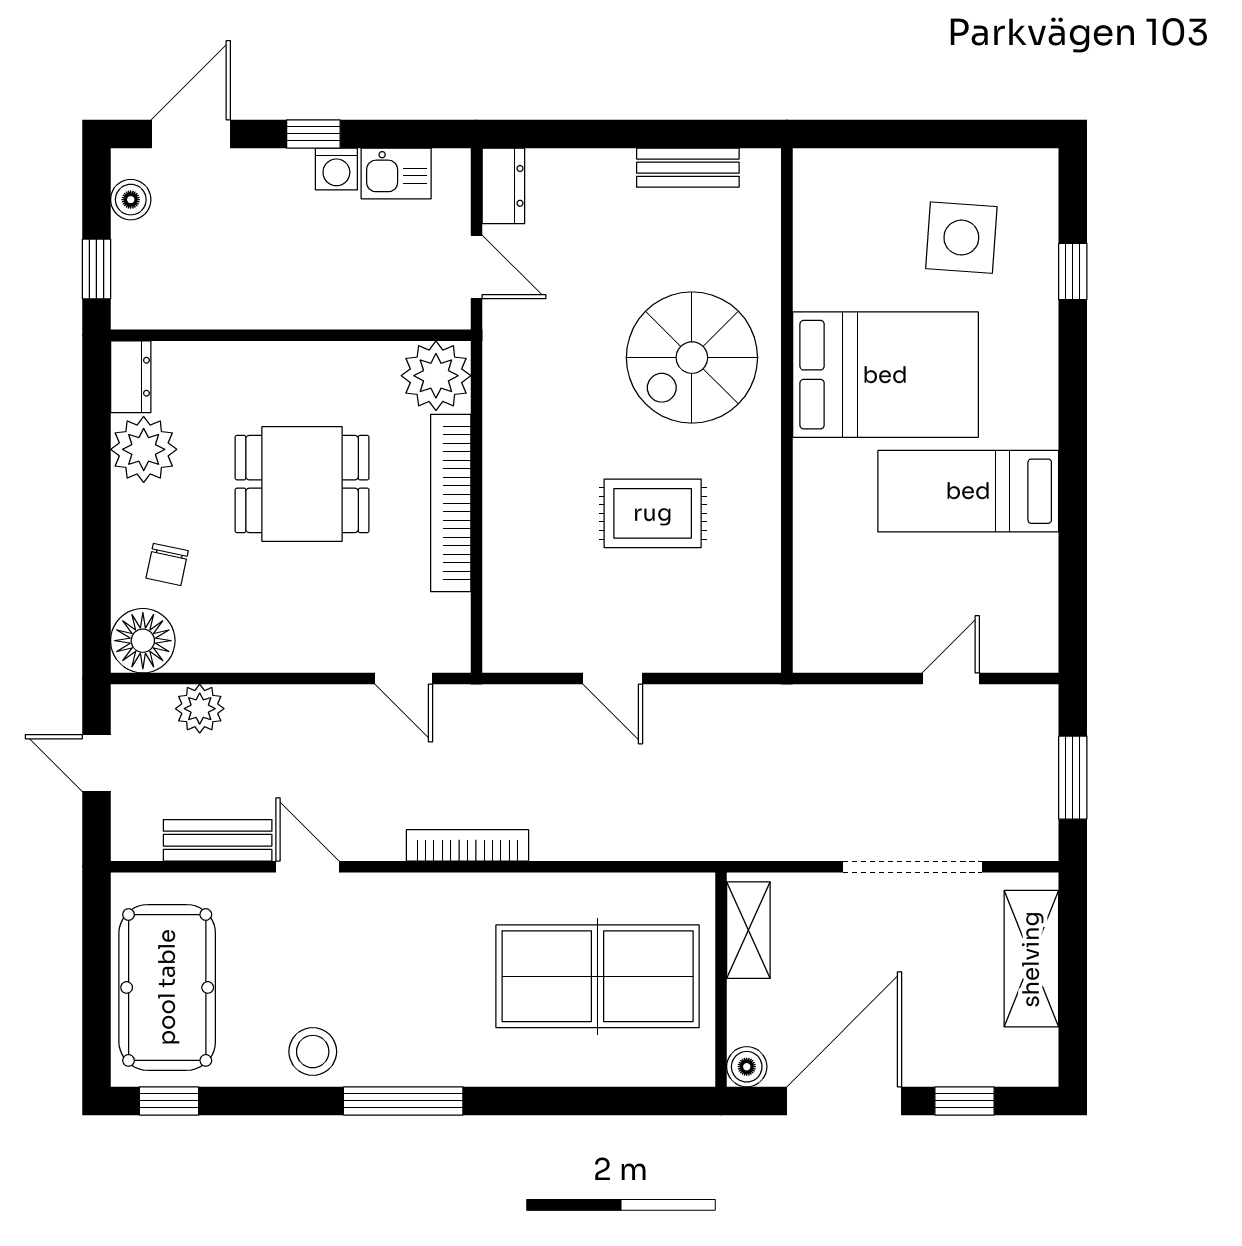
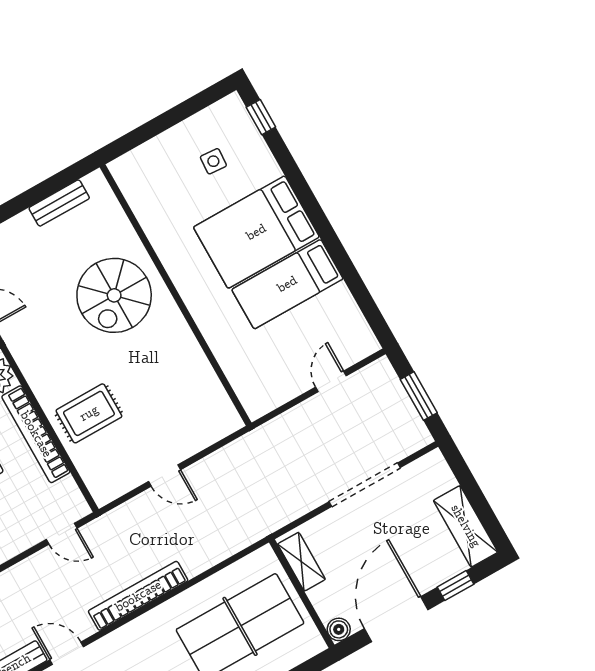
side table: (961, 238) -> (213, 161), width x0.54, depth x0.54
window: (1073, 271) -> (261, 117), moved
bed: (885, 375) -> (256, 232), moved, turned 180
rug: (653, 513) -> (89, 413), moved
bookcase: (467, 845) -> (138, 596), width x1.48, depth x1.31
shelving: (1031, 959) -> (466, 526), moved

